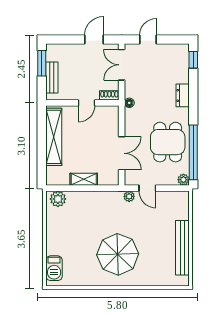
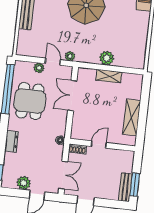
plant: (164, 51) -> (24, 183), added
bench: (52, 78) -> (125, 187), moved
shelving: (54, 137) -> (132, 117), width x0.68
plant: (183, 180) -> (39, 68), moved
plant: (58, 199) -> (107, 58), moved

